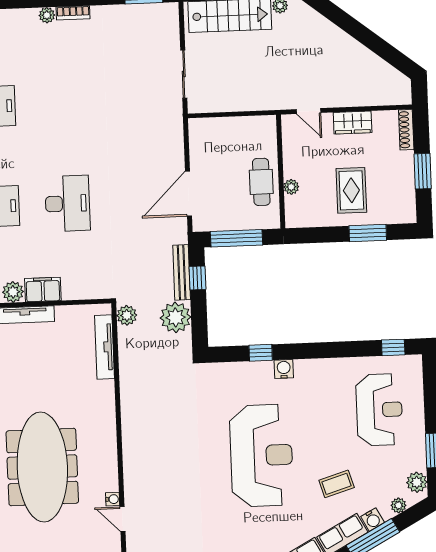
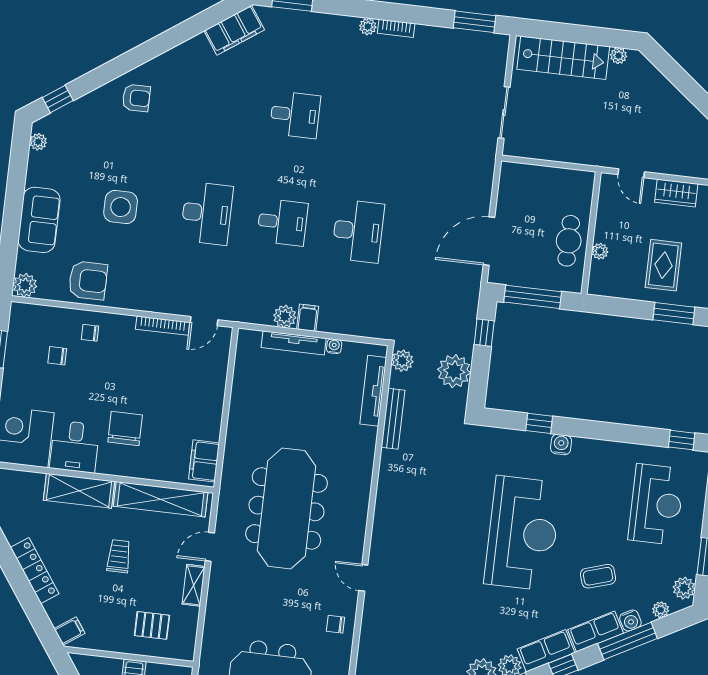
bench: (182, 272) -> (393, 419), moved
filing cabinet: (43, 290) -> (308, 318), width x0.50
water cooler: (113, 499) -> (334, 346), moved, turned -90

